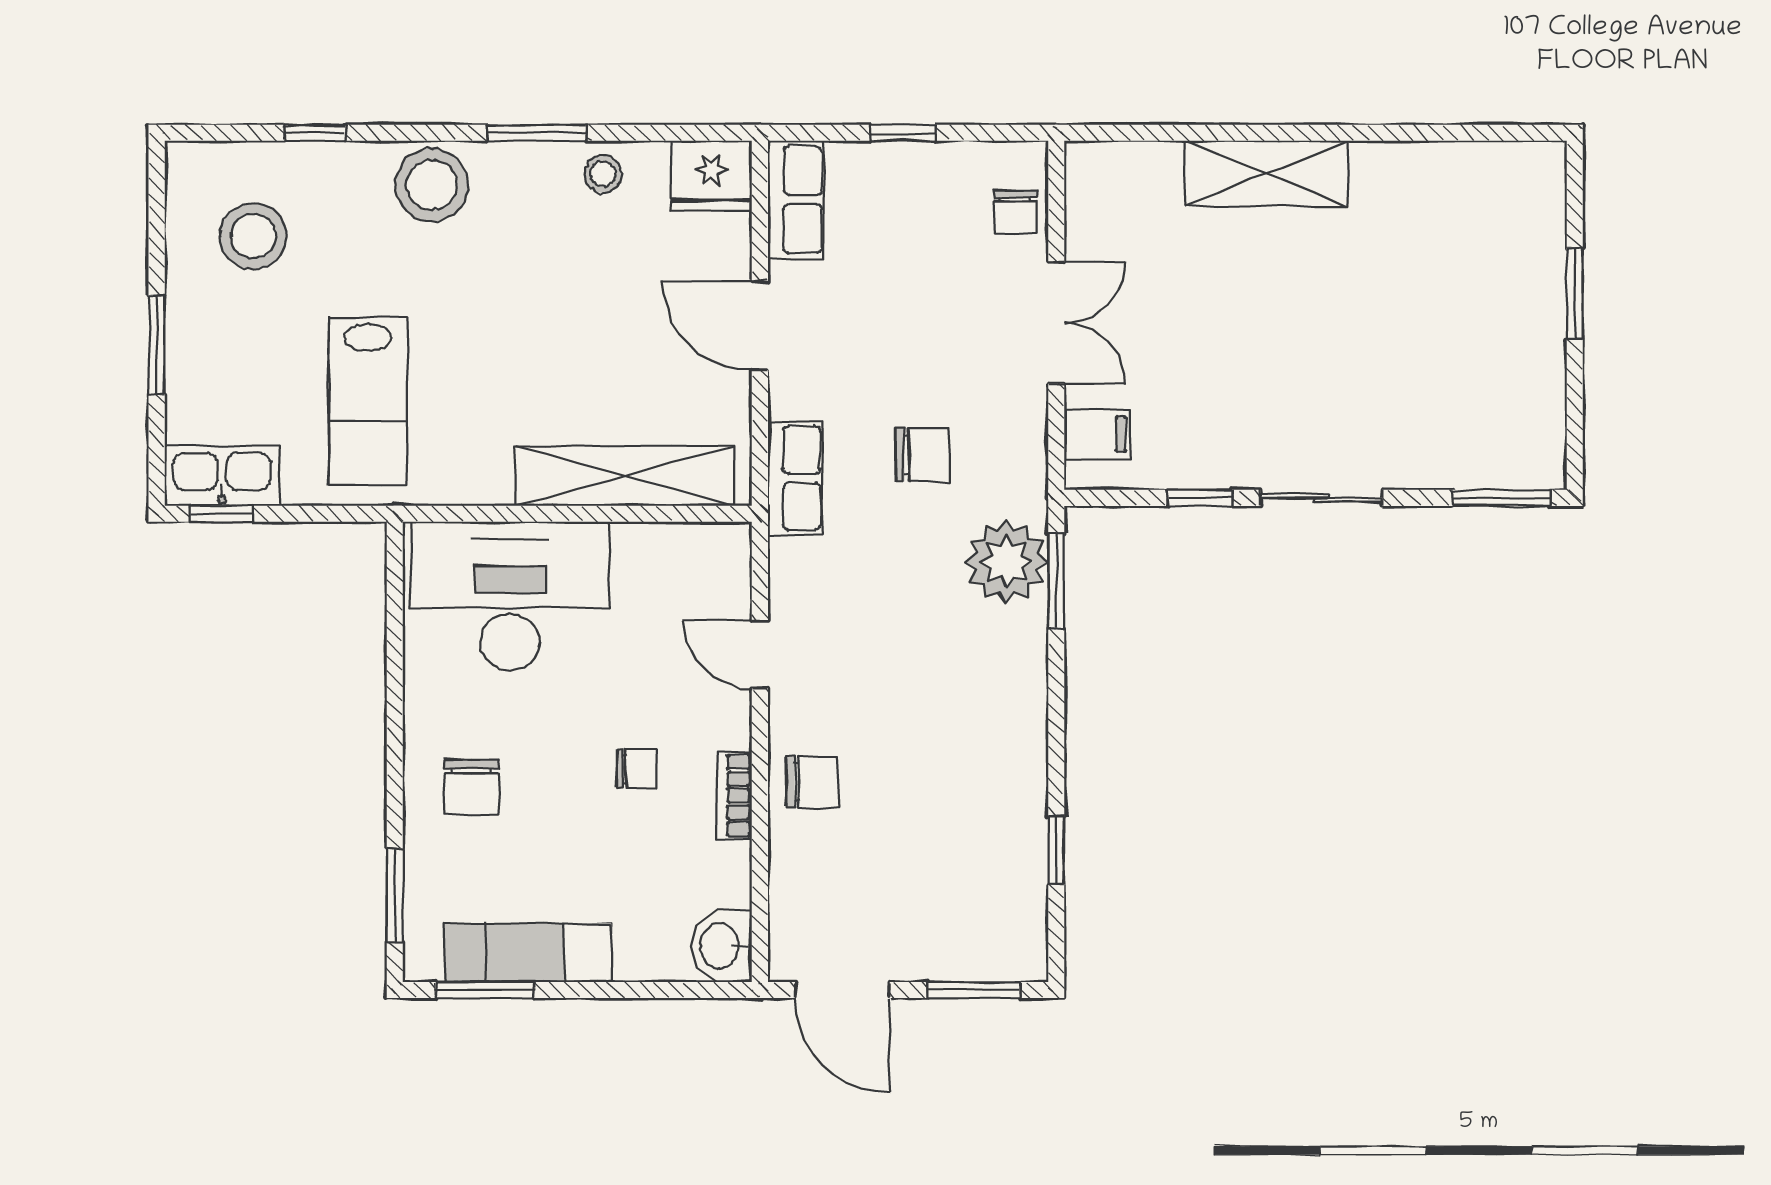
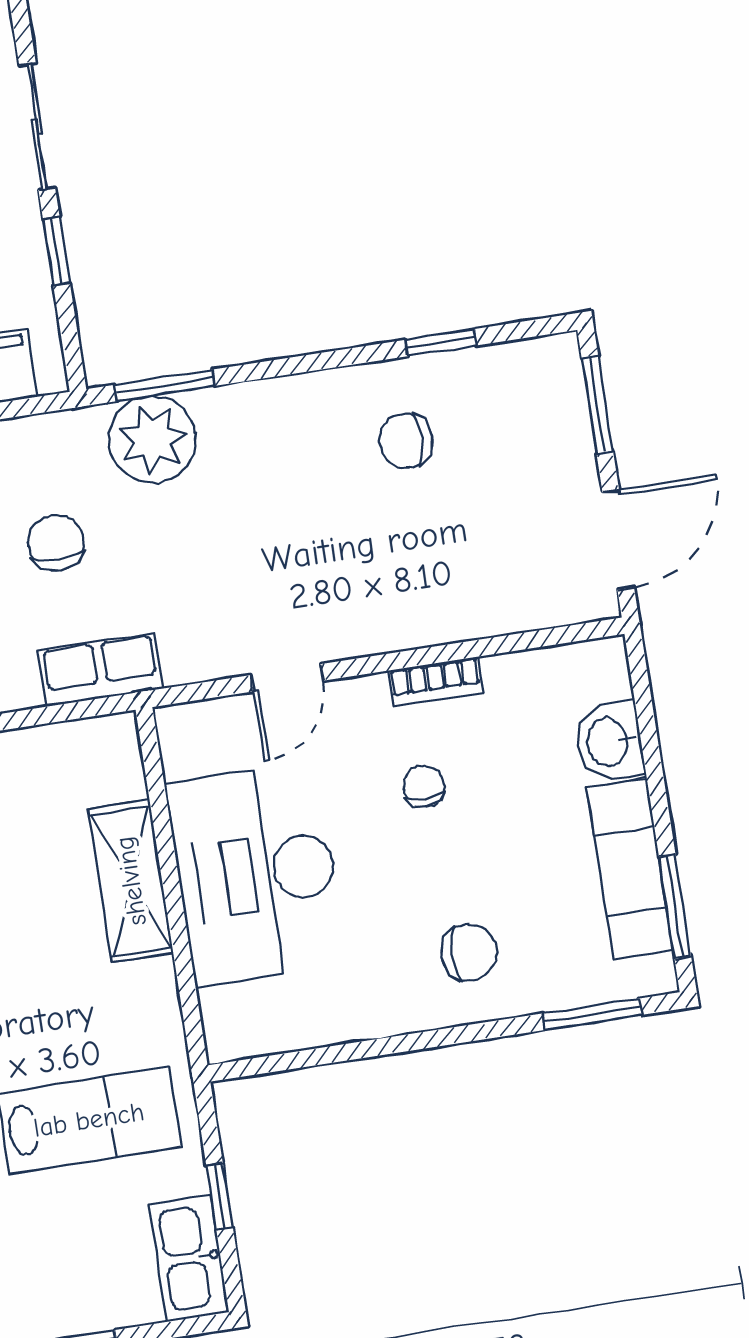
shelving: (624, 476) -> (131, 881), width x0.68
window: (222, 514) -> (219, 1196), moved
desk: (510, 596) -> (256, 874), moved
chair: (812, 782) -> (406, 441), moved, turned -90
washbasin: (721, 946) -> (609, 742), moved, turned 90

